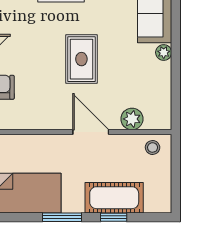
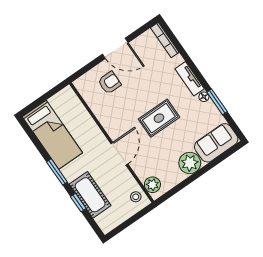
plant: (164, 52) -> (190, 163), width x1.88, depth x1.88
plant: (132, 119) -> (152, 185), moved

